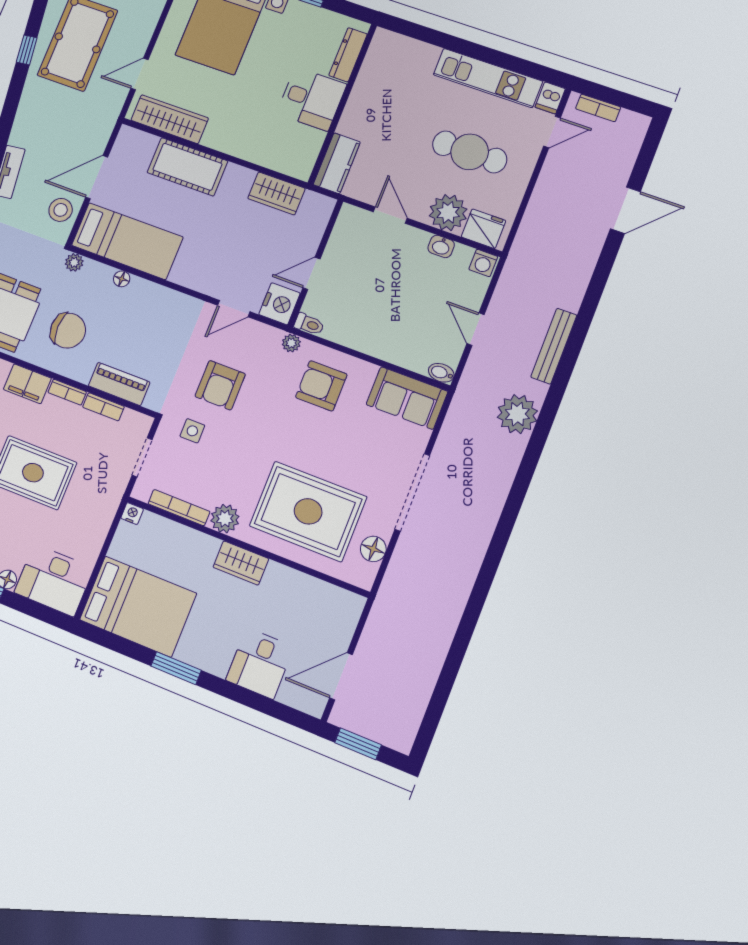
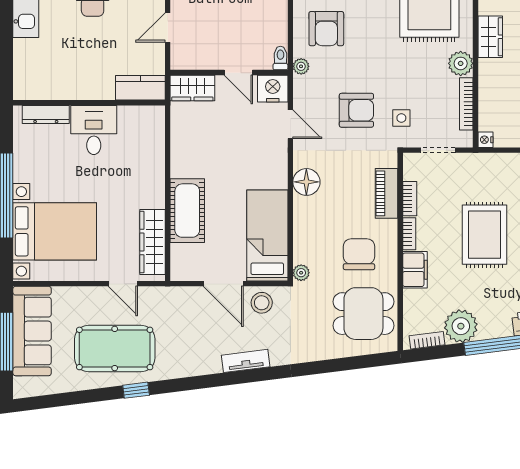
wardrobe: (276, 193) -> (192, 88), moved, turned 90
floor lamp: (122, 279) -> (306, 182), moved, width x1.89, depth x1.89

